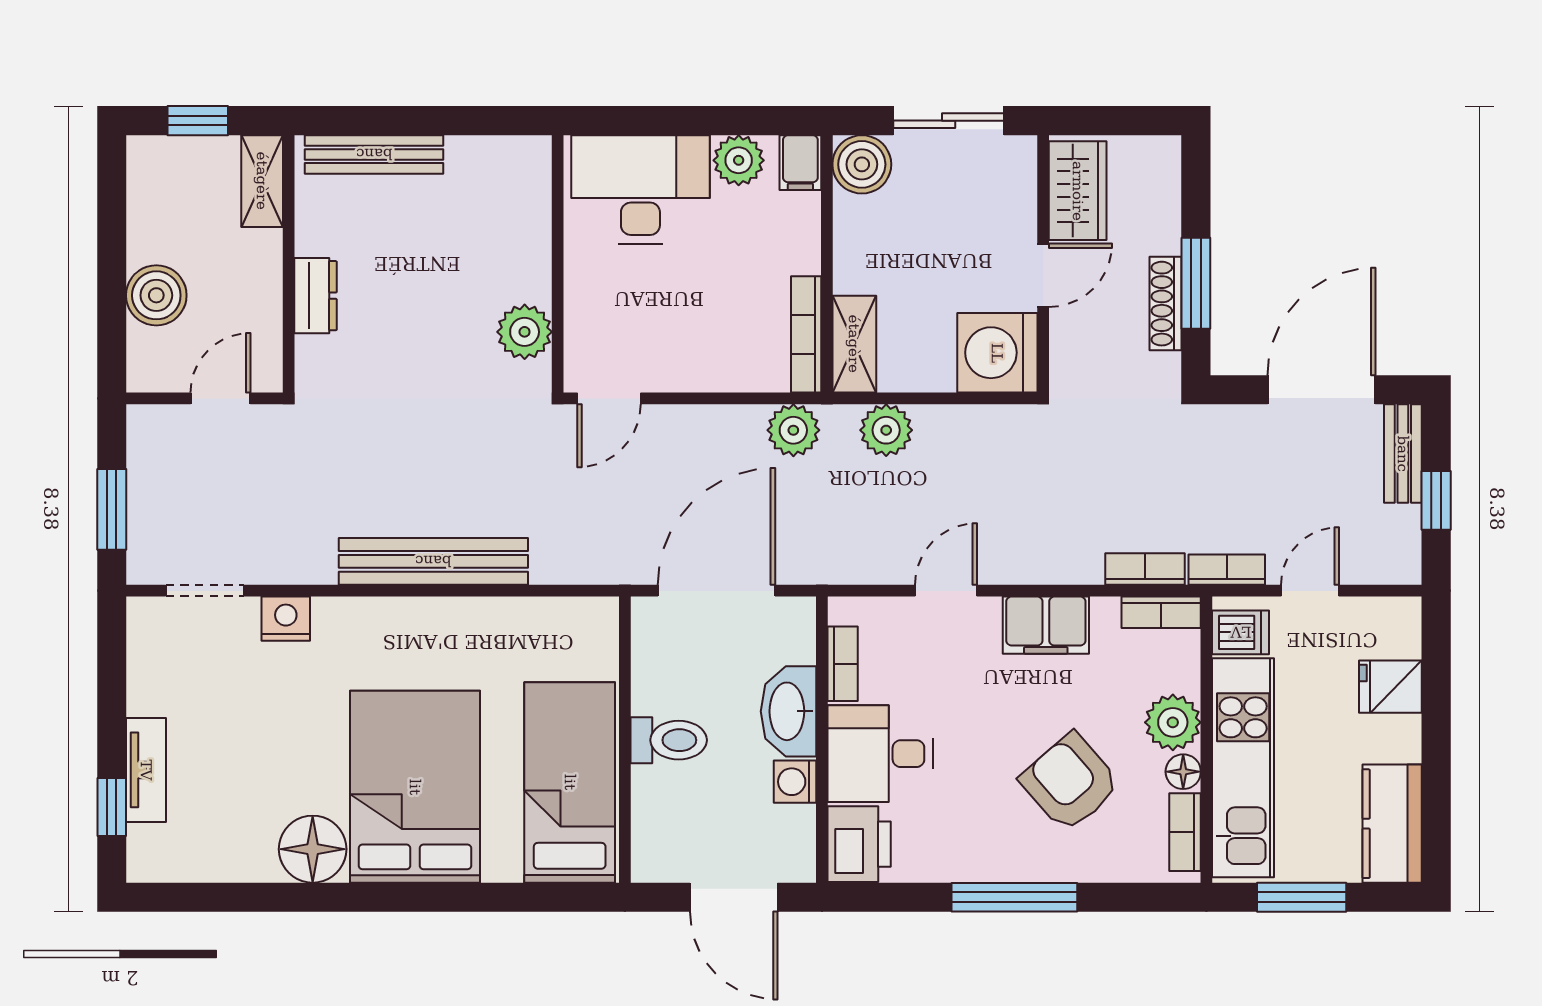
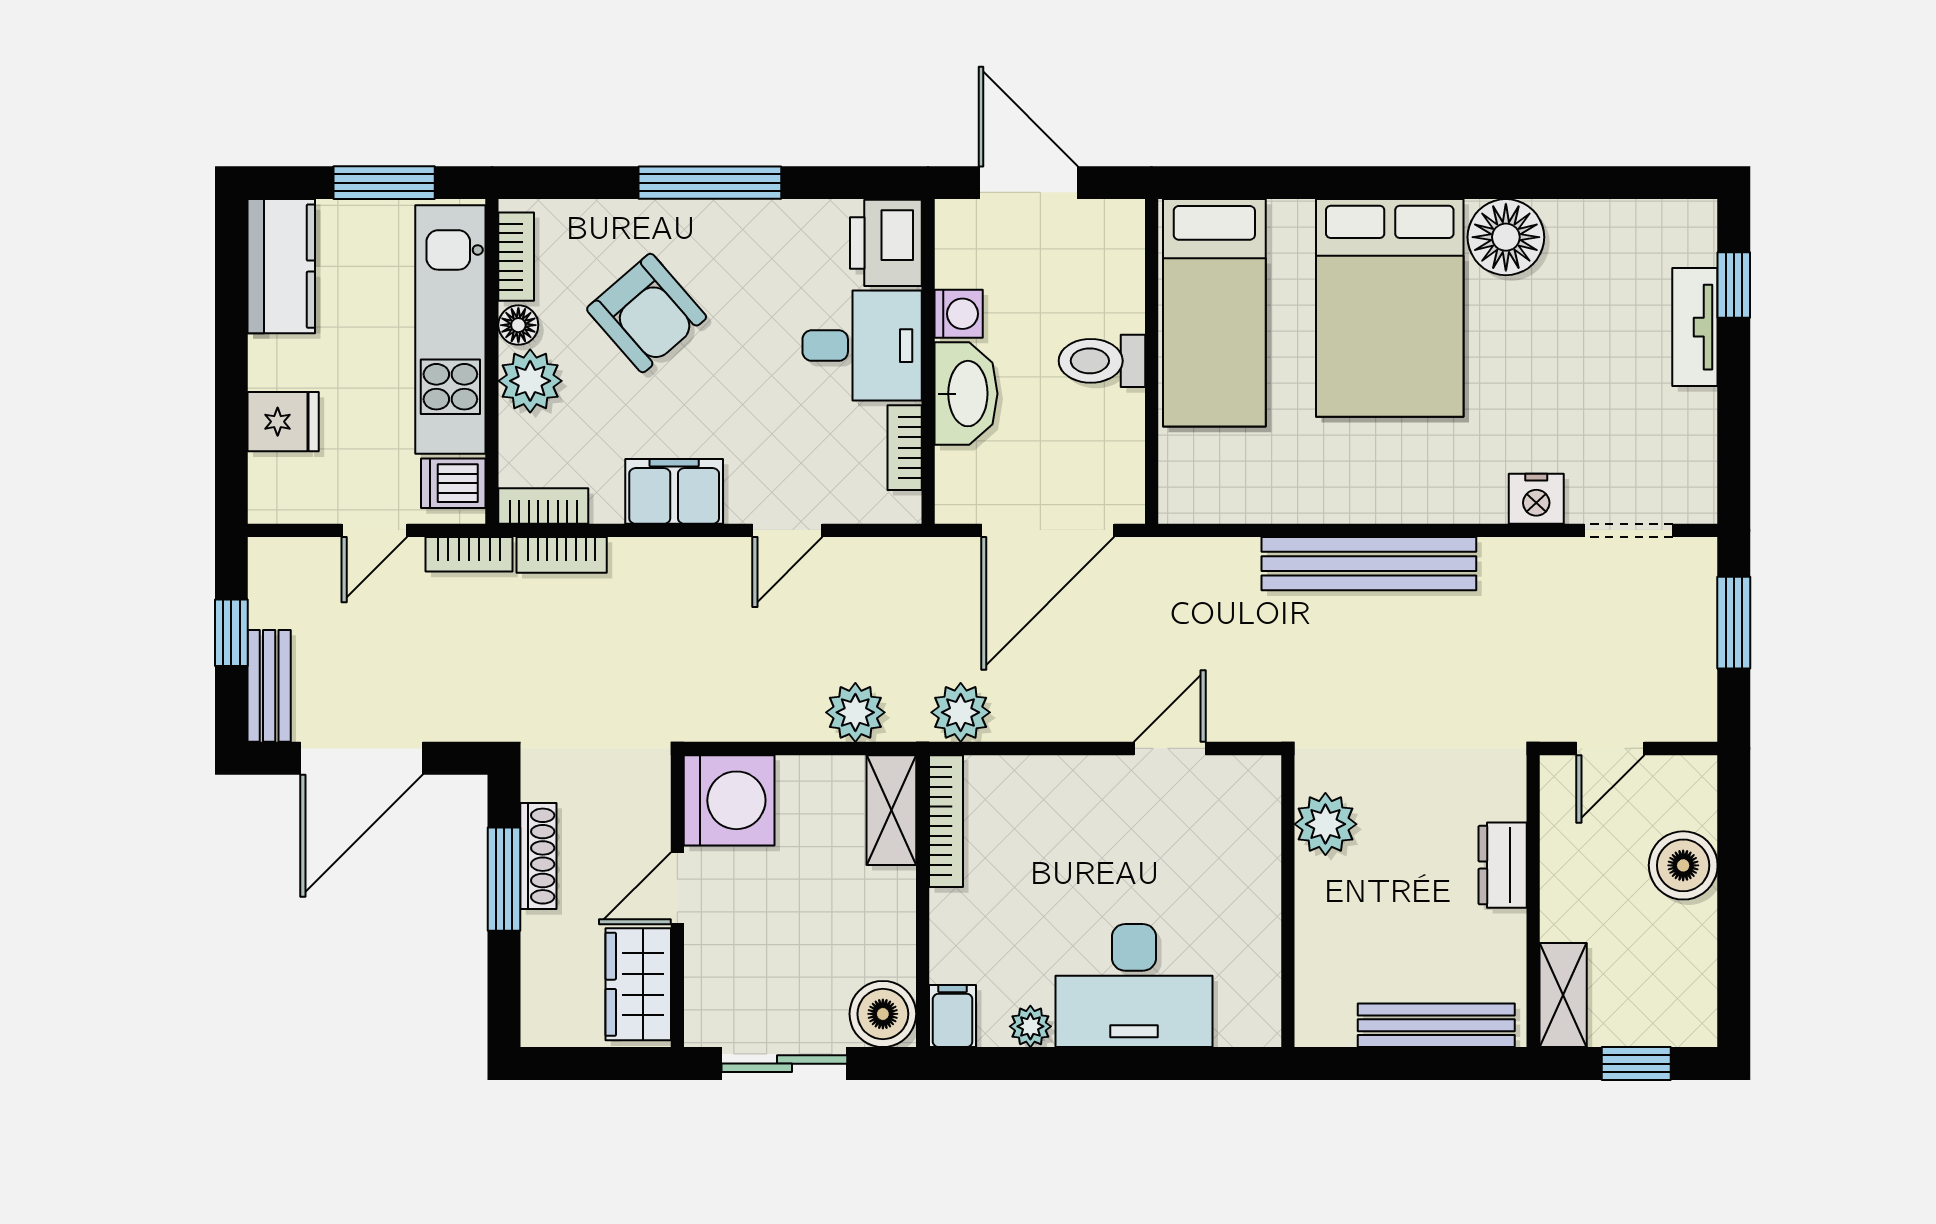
plant: (739, 160) -> (1030, 1026), width x0.73, depth x0.73
wall: (558, 264) -> (1288, 901), moved
plant: (525, 332) -> (1325, 824), moved

